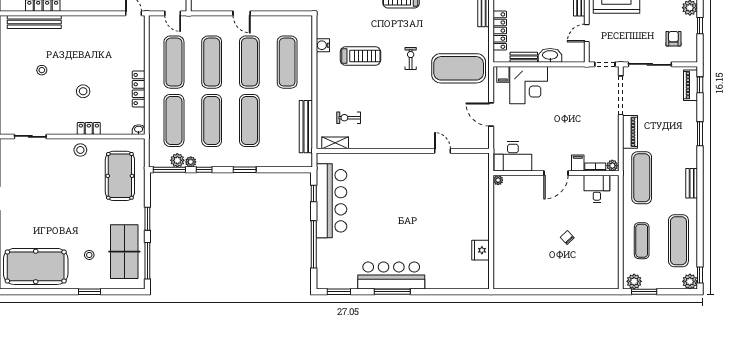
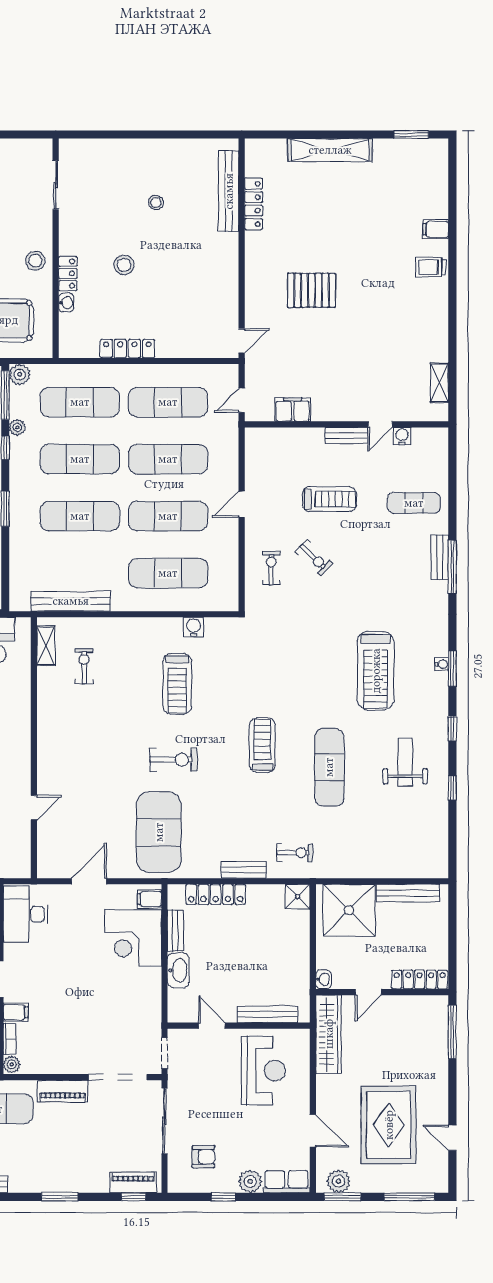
exercise bike: (411, 59) -> (173, 760), width x1.38, depth x1.39
washbasin: (139, 130) -> (66, 303), moved
plant: (177, 160) -> (20, 374), moved

